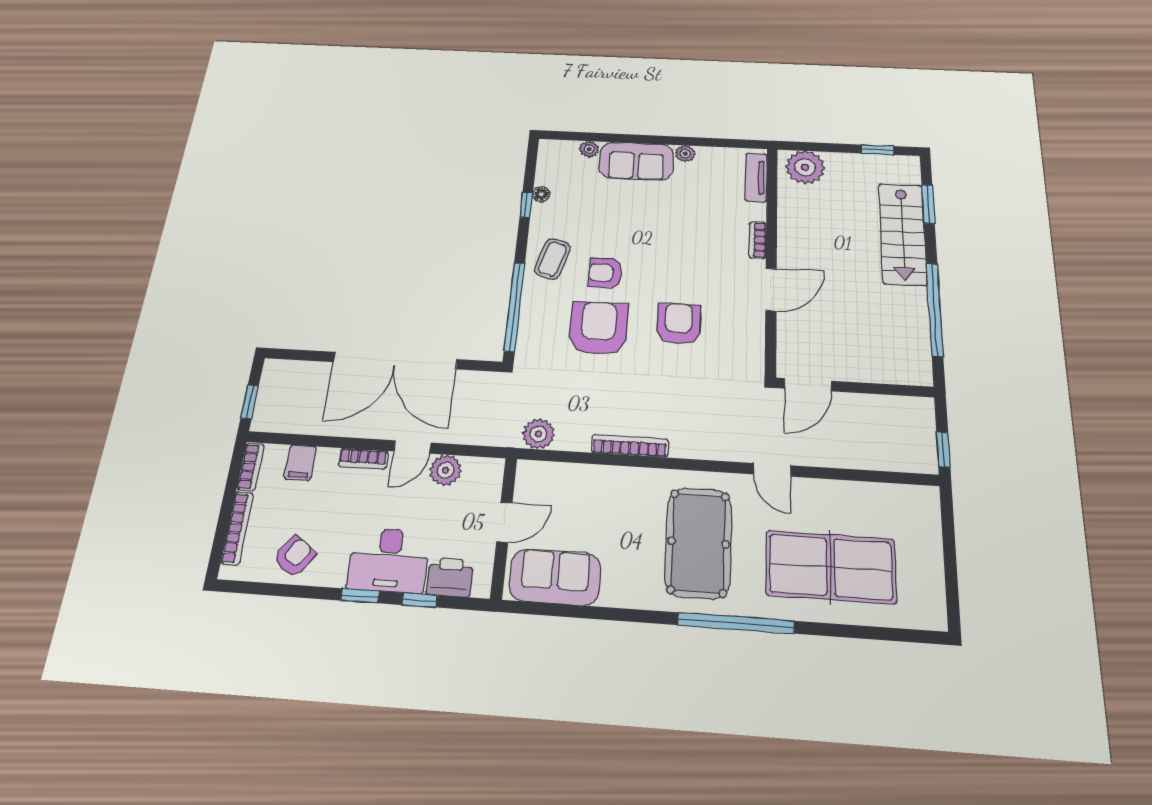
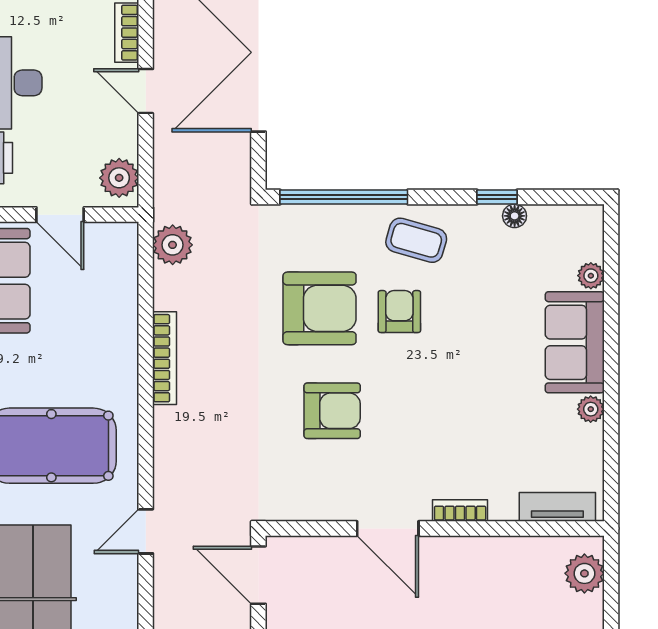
plant: (805, 167) -> (584, 573), width x0.73, depth x0.73
plant: (446, 470) -> (119, 178), moved

